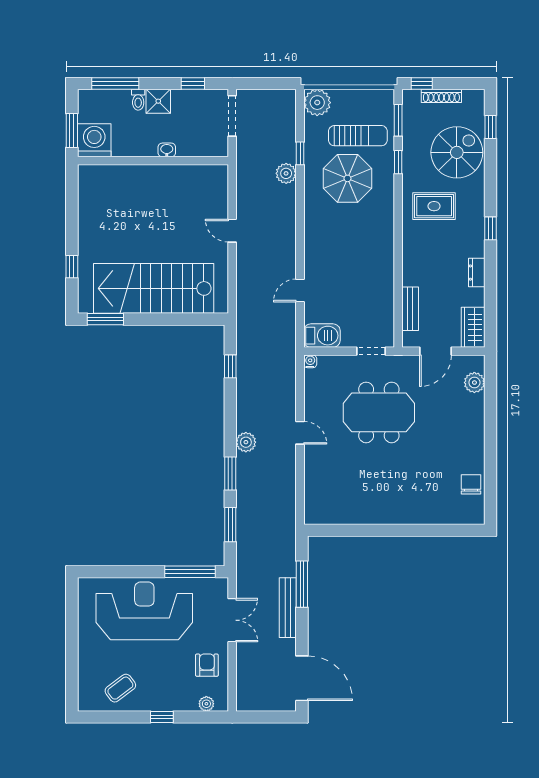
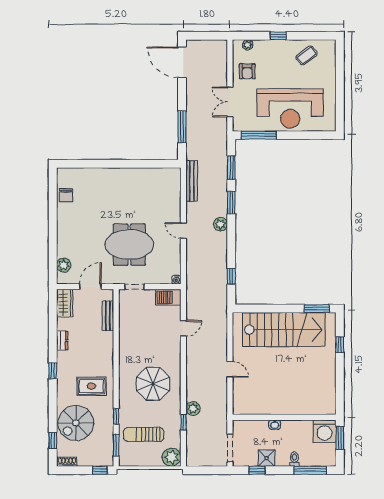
shoe rack: (441, 96) -> (67, 462), moved, width x0.70
shower: (158, 101) -> (267, 458), moved
parasol: (347, 178) -> (153, 384), moved
bench: (288, 608) -> (192, 181), moved

